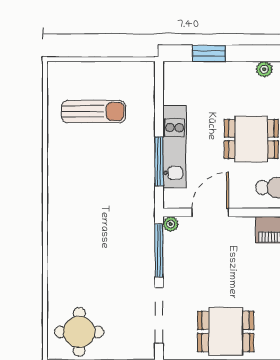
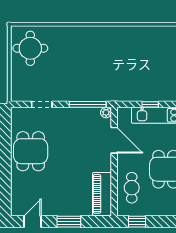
window: (159, 161) -> (150, 104), width x0.46
doorway: (159, 316) -> (42, 104), width x0.53

